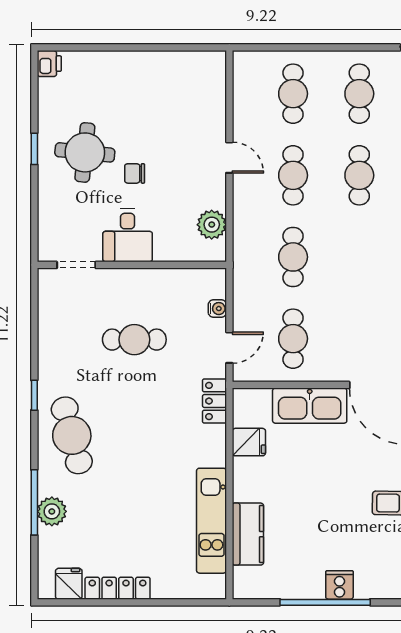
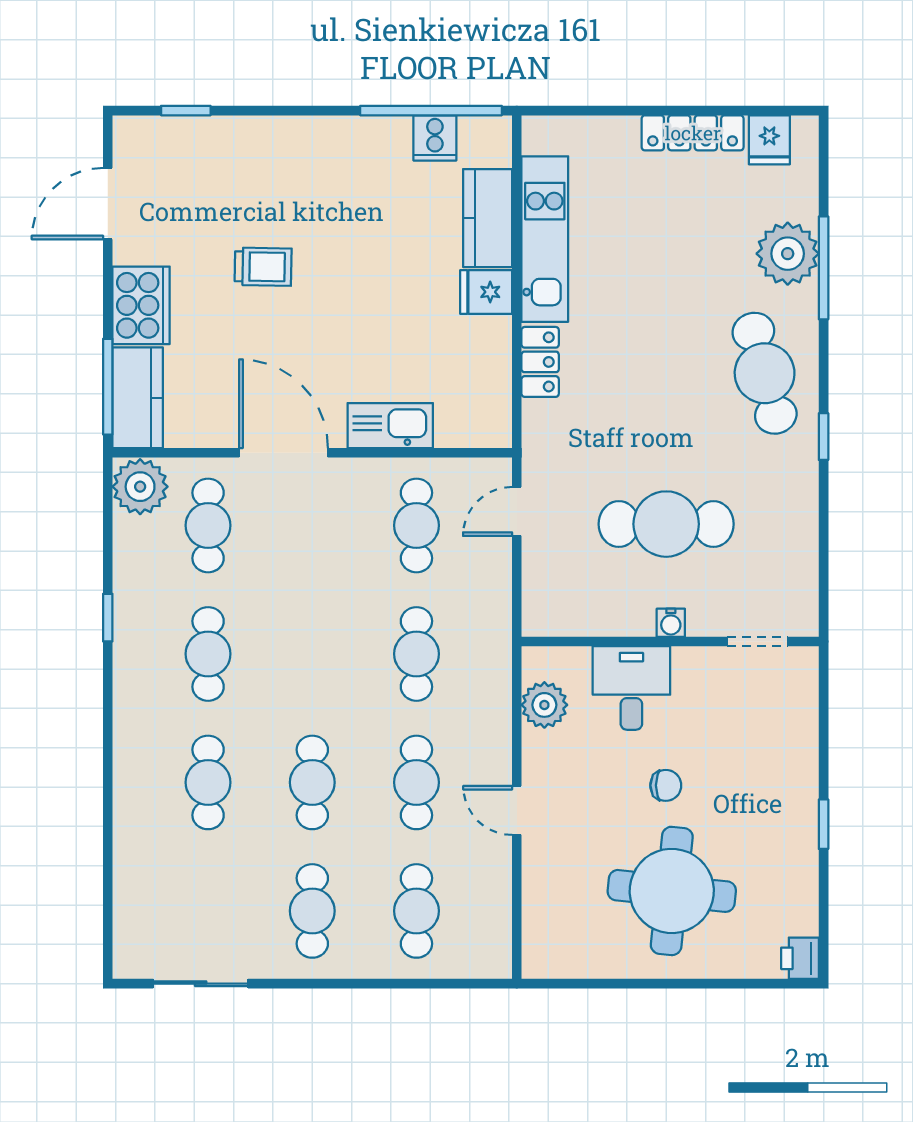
round table: (85, 152) -> (672, 891), moved, width x1.36, depth x1.36
desk: (128, 235) -> (631, 688), moved
water cooler: (217, 309) -> (671, 623), moved, turned -90
cafe table: (134, 340) -> (666, 524), width x1.37, depth x1.35
locker: (214, 401) -> (540, 362), moved
kitchen sink: (310, 406) -> (390, 426), width x0.73, depth x0.81
fridge: (249, 442) -> (486, 292), moved
plant: (52, 511) -> (788, 254), width x1.36, depth x1.36
cooker: (339, 585) -> (435, 138), moved
window: (325, 602) -> (431, 111), moved

